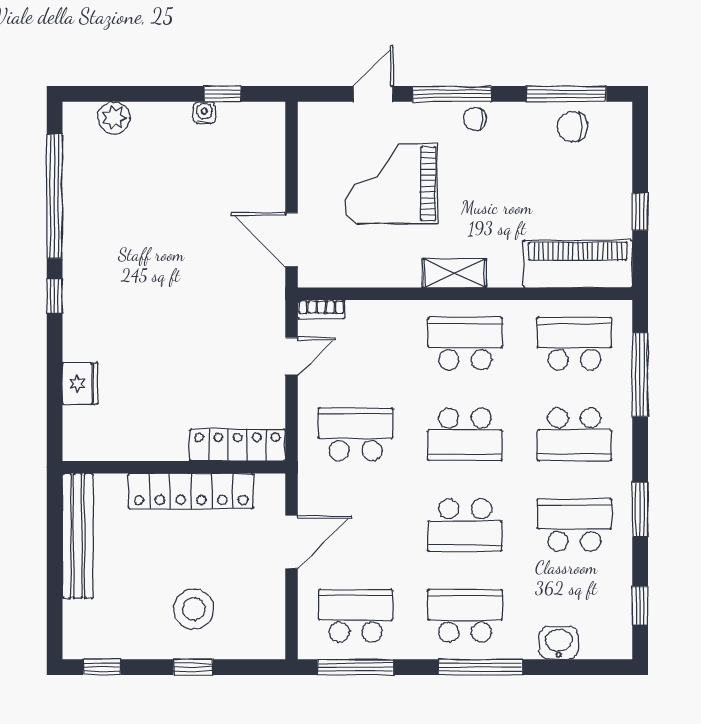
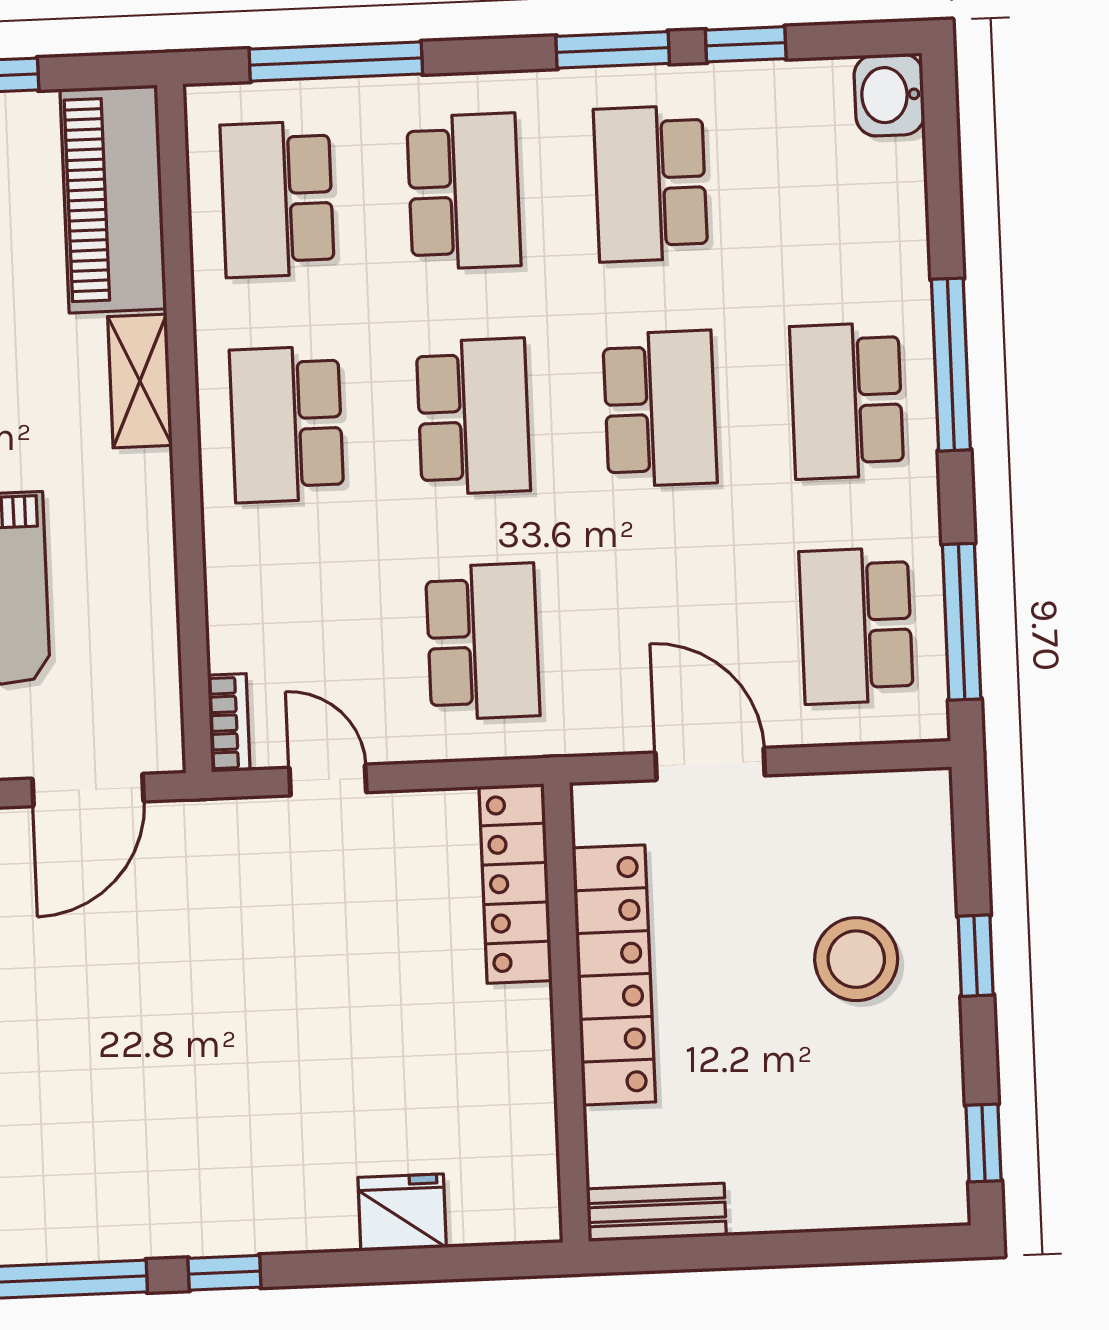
shelving: (454, 273) -> (140, 381), moved
school desk: (356, 434) -> (483, 641), turned 180
bench: (78, 536) -> (656, 1212), width x0.54, depth x0.82
window: (640, 605) -> (746, 44), moved
washbasin: (559, 643) -> (889, 95), moved

